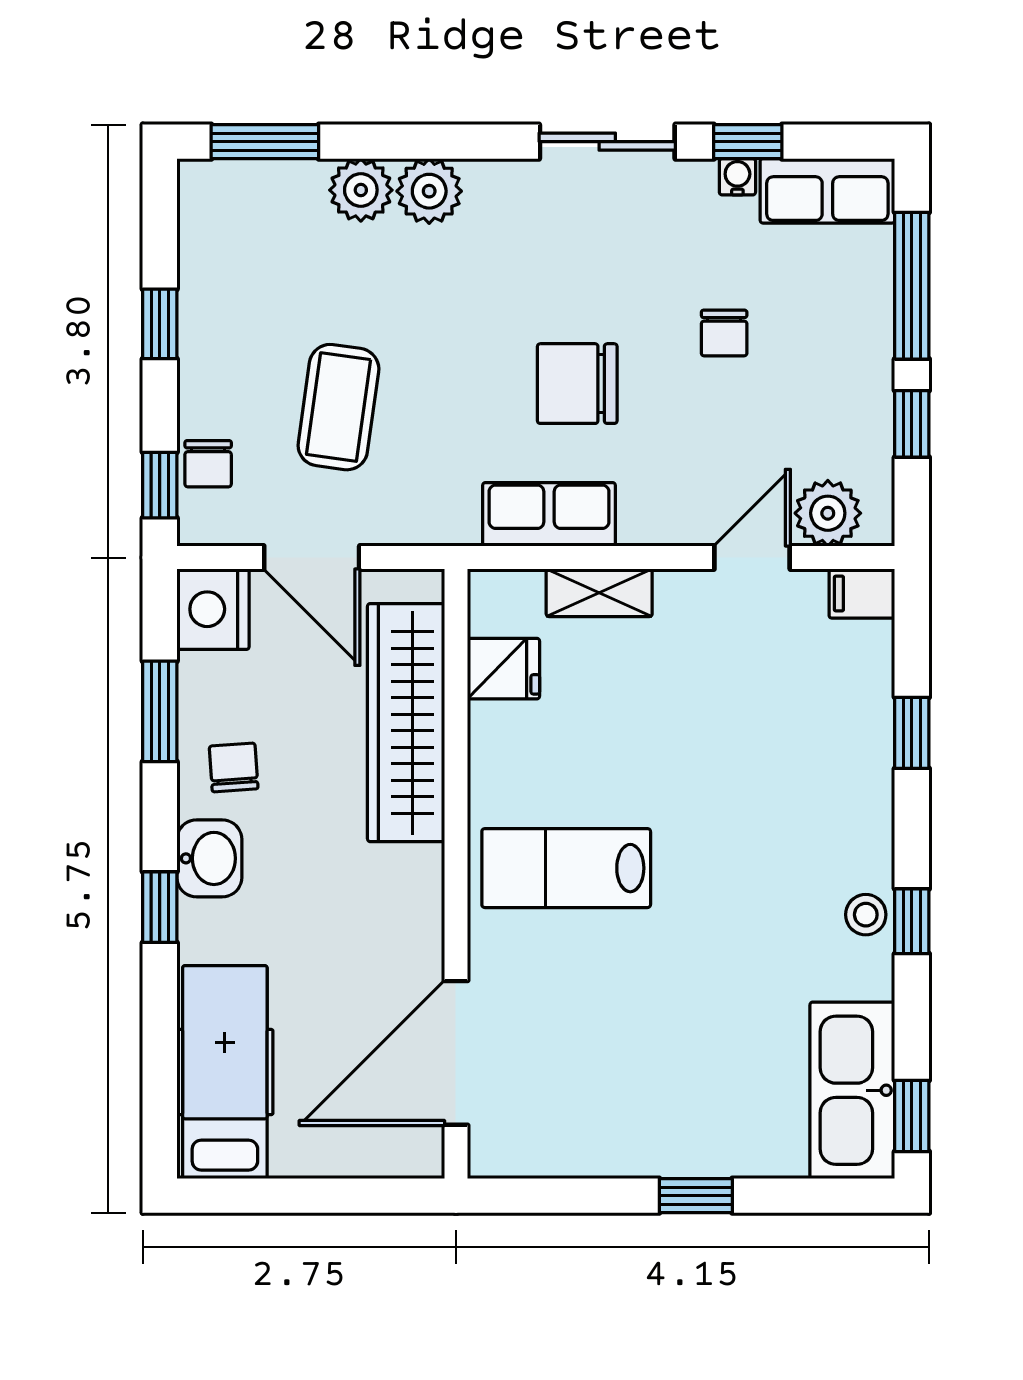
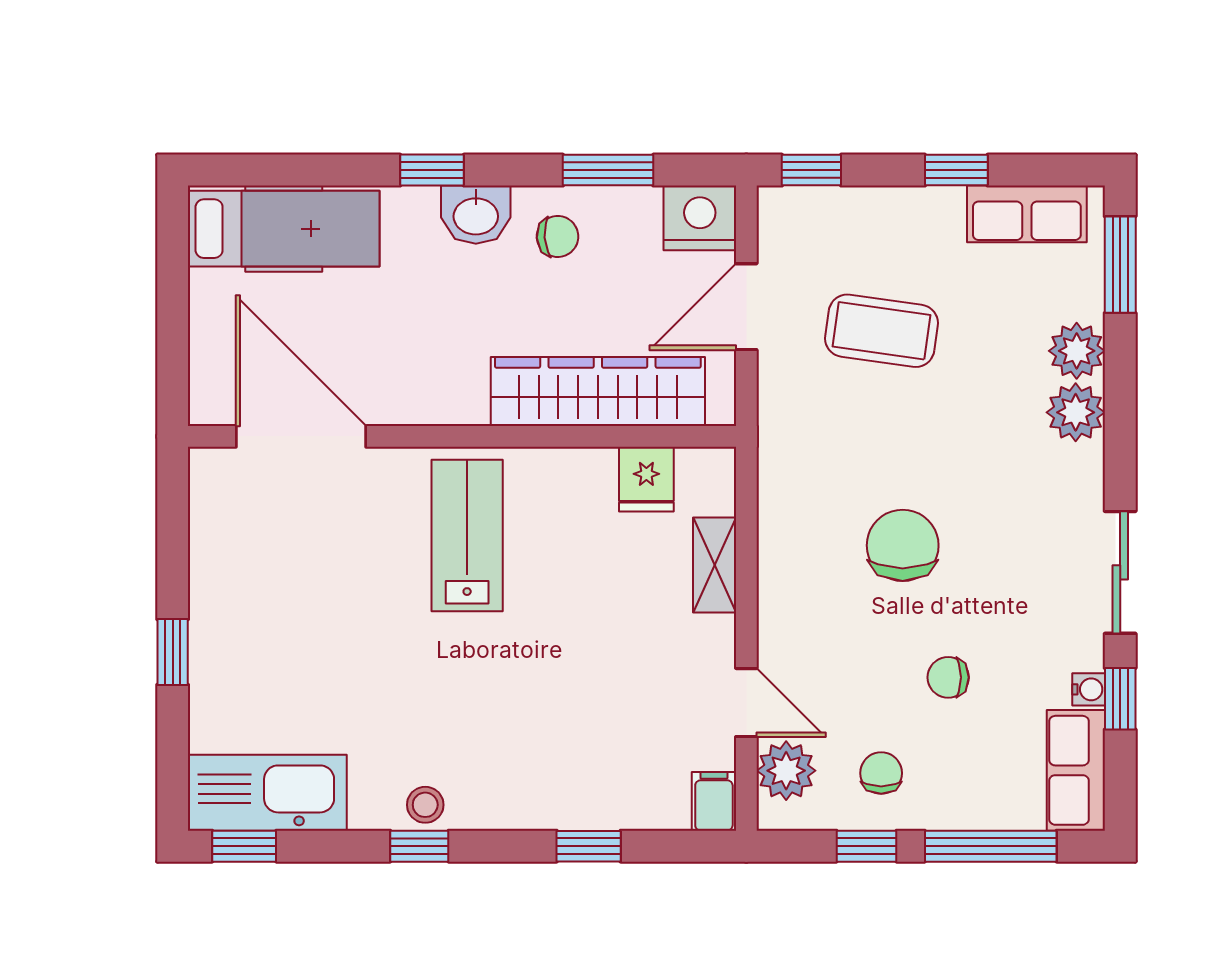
chair: (208, 464) -> (881, 773), moved, turned 90
row of seats: (549, 514) -> (1027, 214), moved, turned 90

